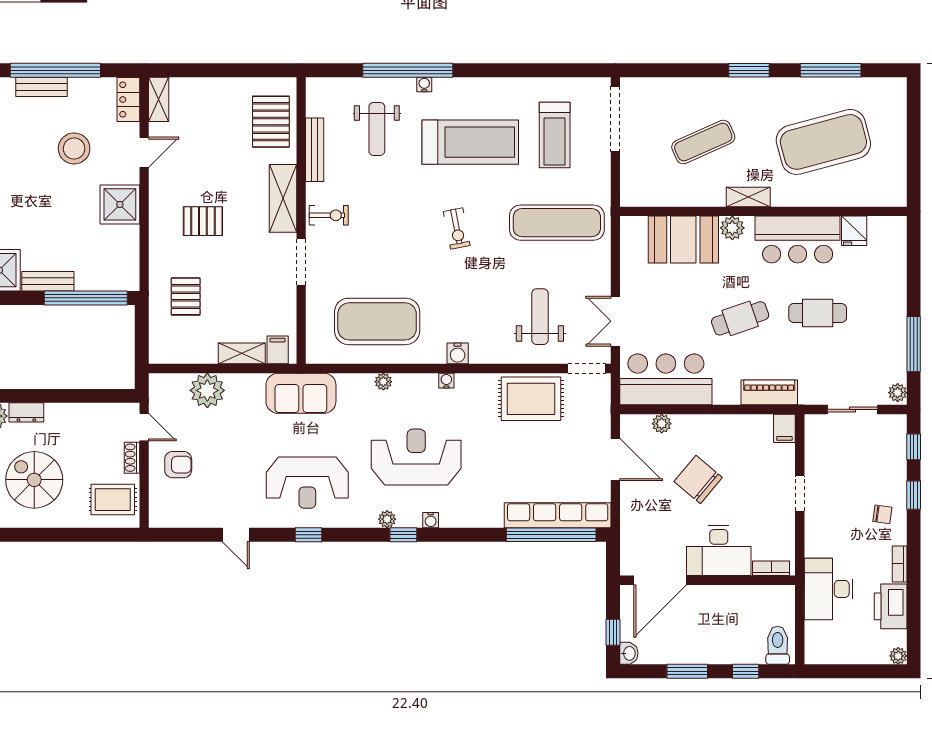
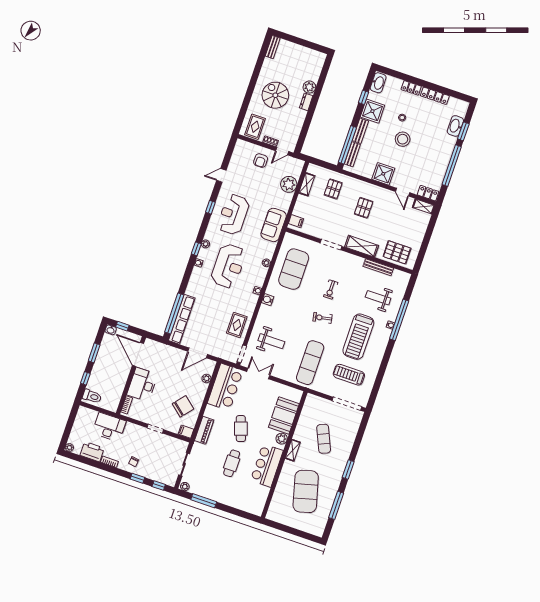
bench: (41, 87) -> (352, 154), moved
stool: (74, 148) -> (403, 139), moved
exercise bike: (329, 215) -> (331, 289), moved
fridge: (854, 231) -> (262, 492), removed
pallet: (186, 296) -> (333, 189), turned 90
shelving: (242, 353) -> (307, 184), moved
rug: (531, 399) -> (237, 325), width x0.73, depth x0.70
spiral stairs: (34, 480) -> (275, 95), turned -90
chair: (698, 480) -> (183, 406), moved

